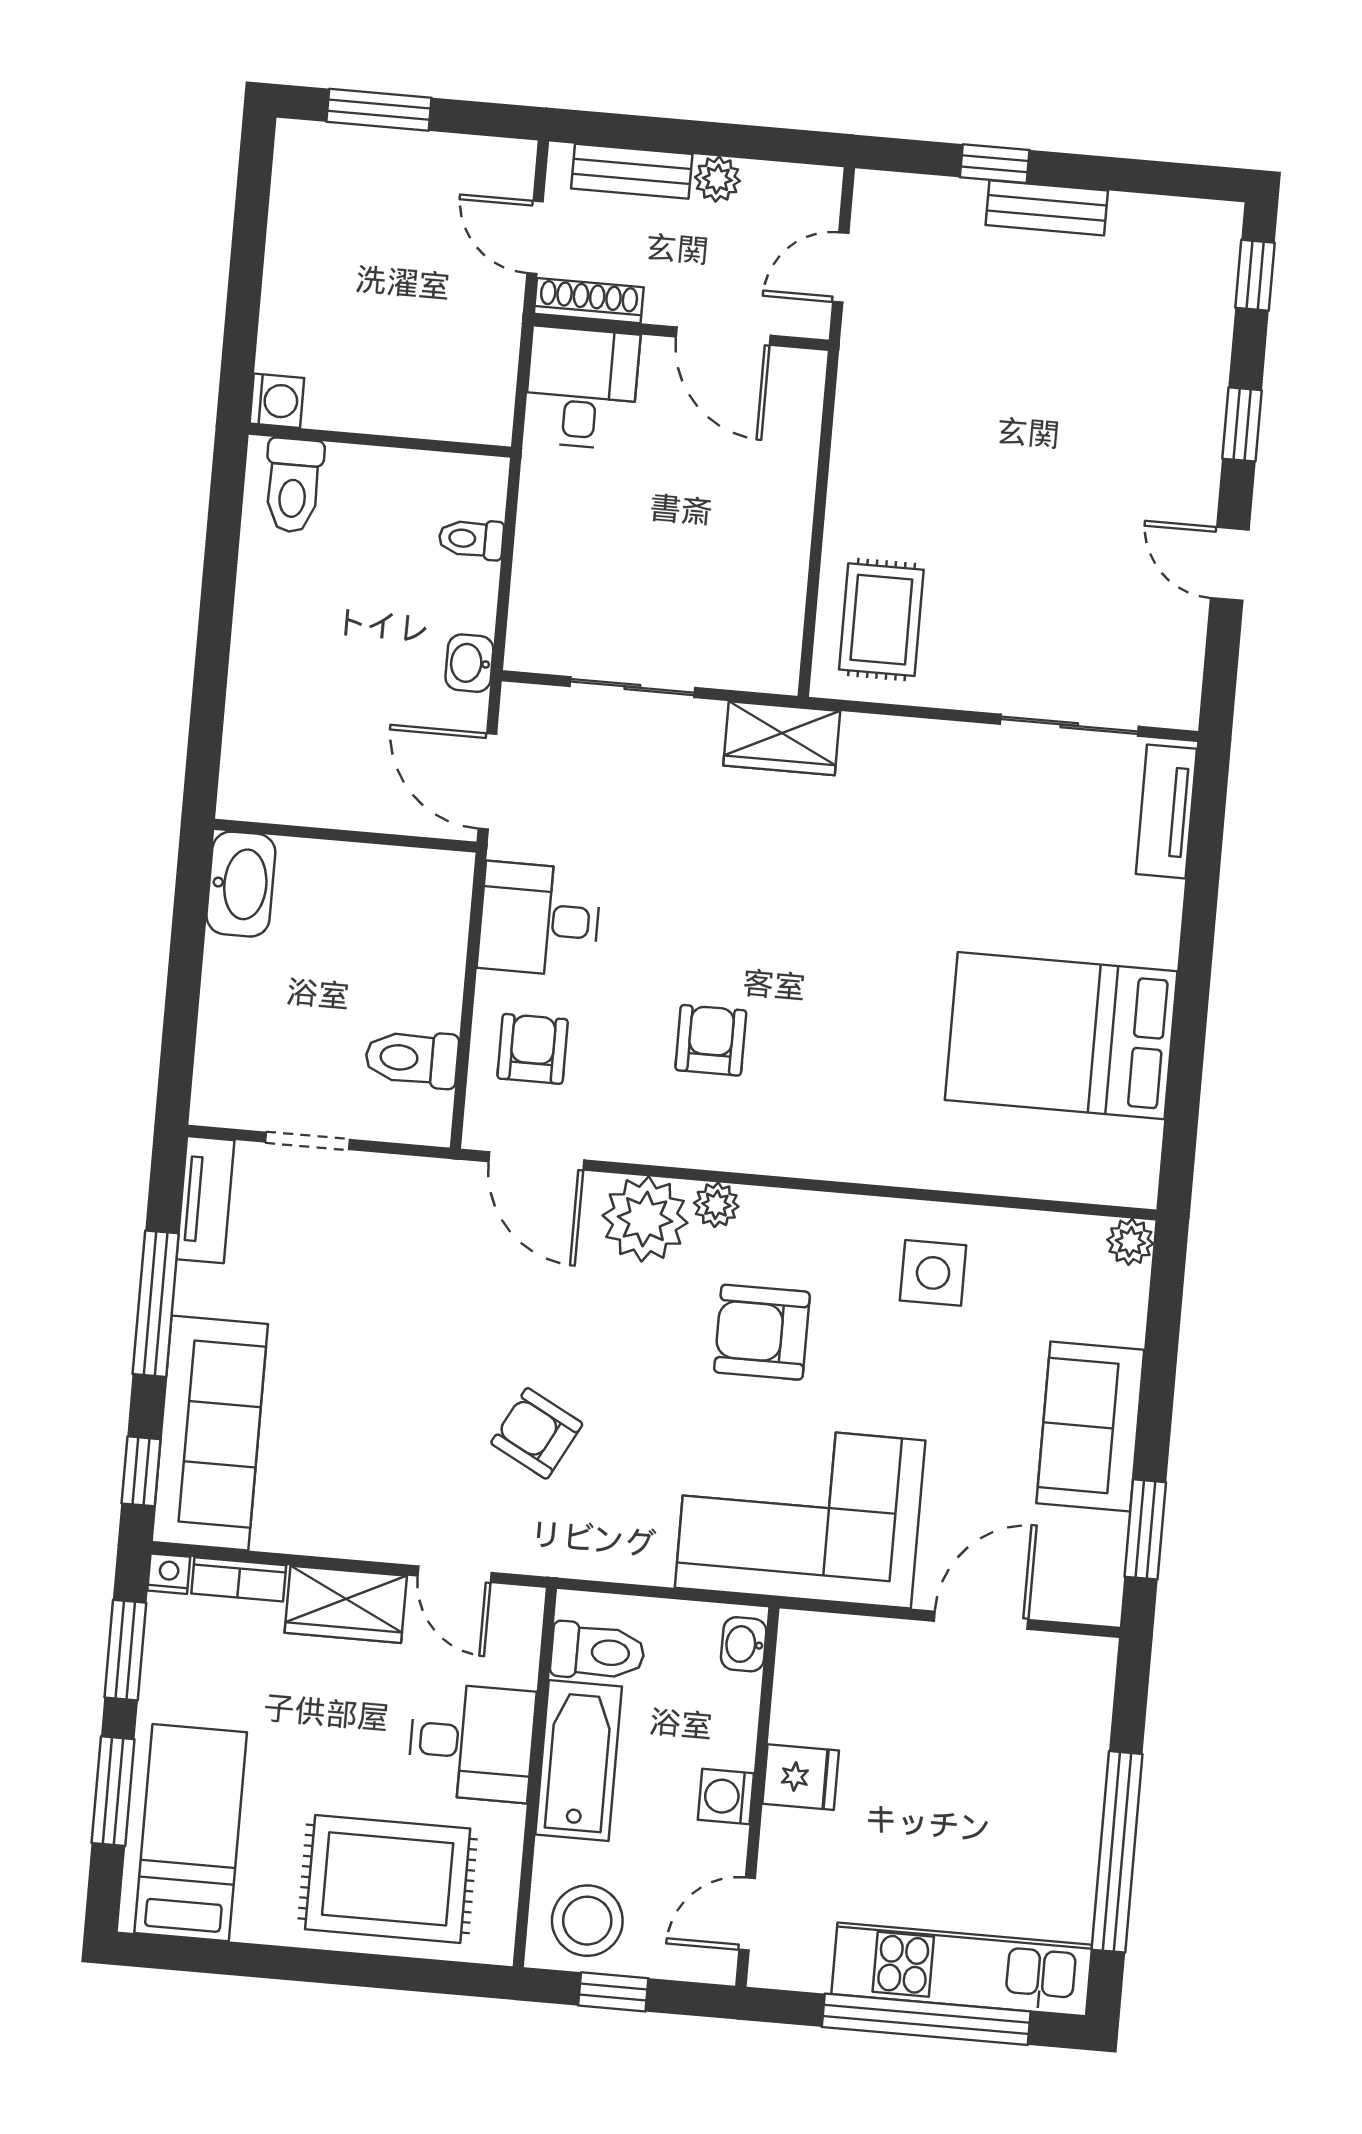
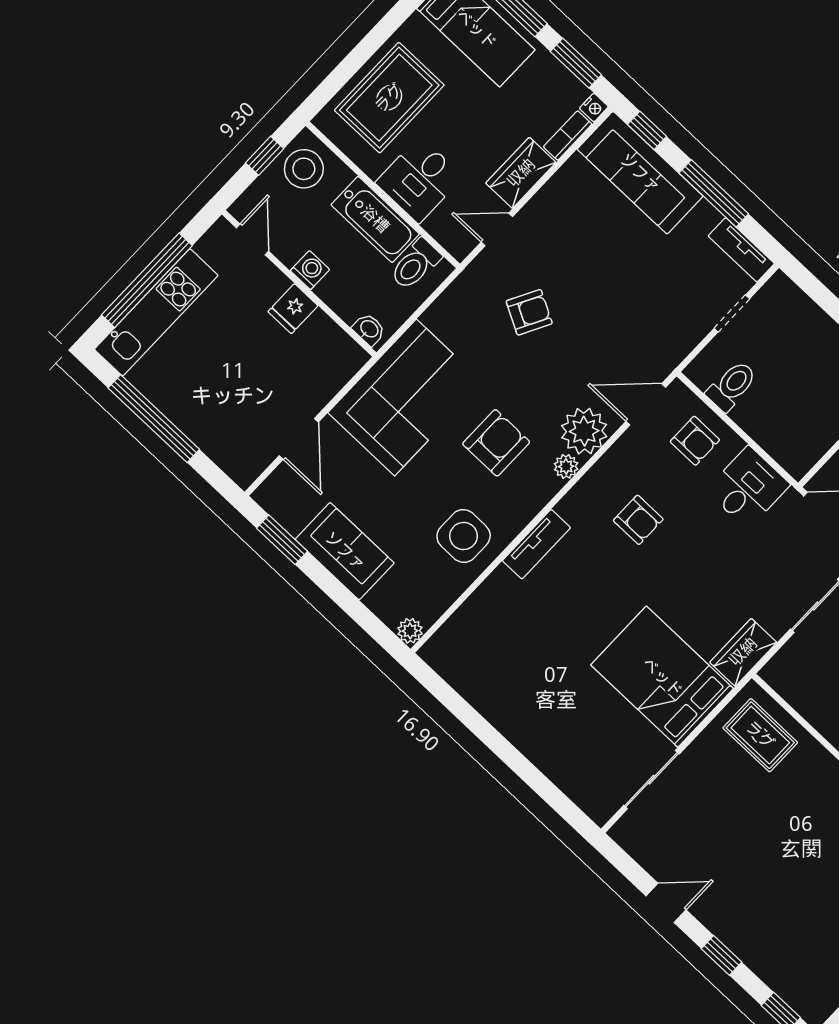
tv unit: (1166, 811) -> (536, 544), moved, turned 90
bed: (1061, 1036) -> (662, 677), moved, turned -90
side table: (933, 1273) -> (464, 536), width x1.37, depth x1.37

